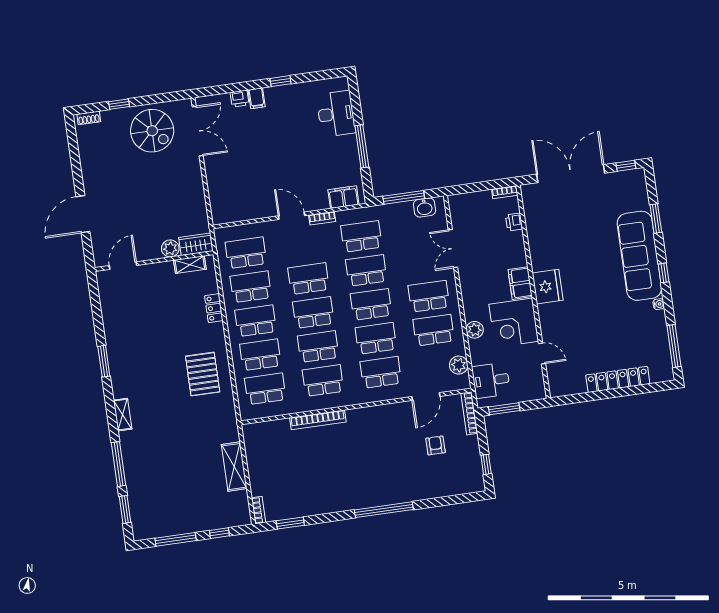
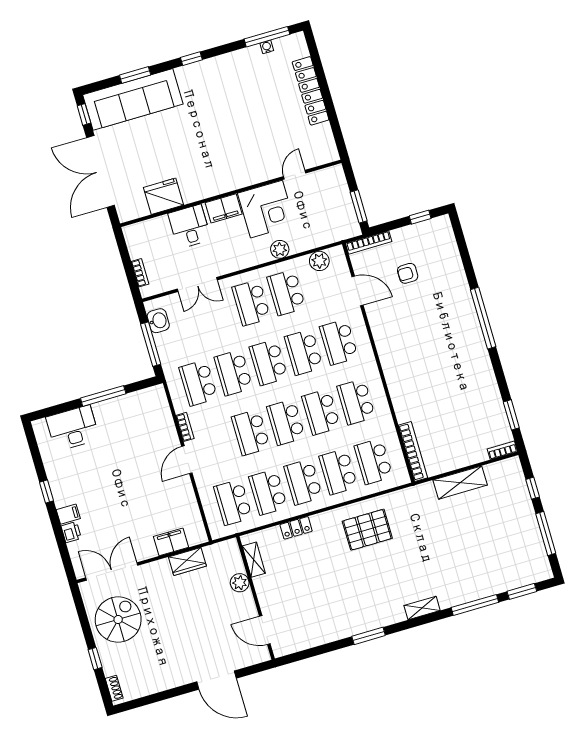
bookcase: (505, 192) -> (140, 273), moved
filing cabinet: (343, 197) -> (171, 542), moved, turned 90
printer: (514, 222) -> (160, 224), removed
wardrobe: (196, 244) -> (187, 562), moved, turned -90
sofa: (639, 256) -> (133, 99), moved
fridge: (548, 287) -> (164, 196), moved
water cooler: (659, 304) -> (267, 47), moved
desk: (491, 380) -> (189, 227), moved, turned 180
bookcase: (318, 420) -> (413, 452), moved

